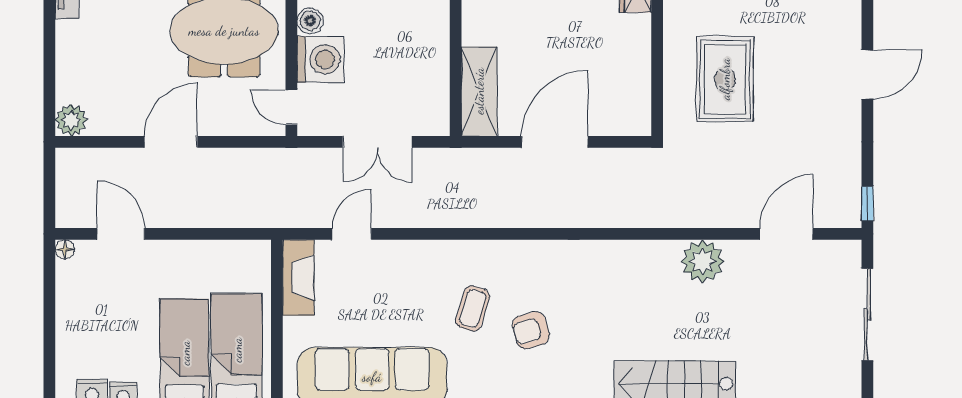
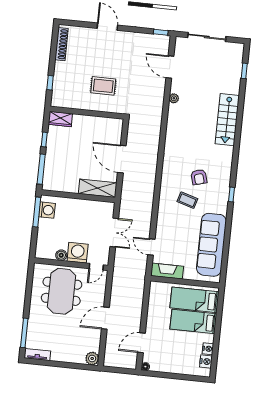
rug: (725, 79) -> (103, 86), width x0.73, depth x0.70
door: (171, 142) -> (105, 318), hinge flipped
plant: (703, 261) -> (174, 98), width x0.53, depth x0.53

